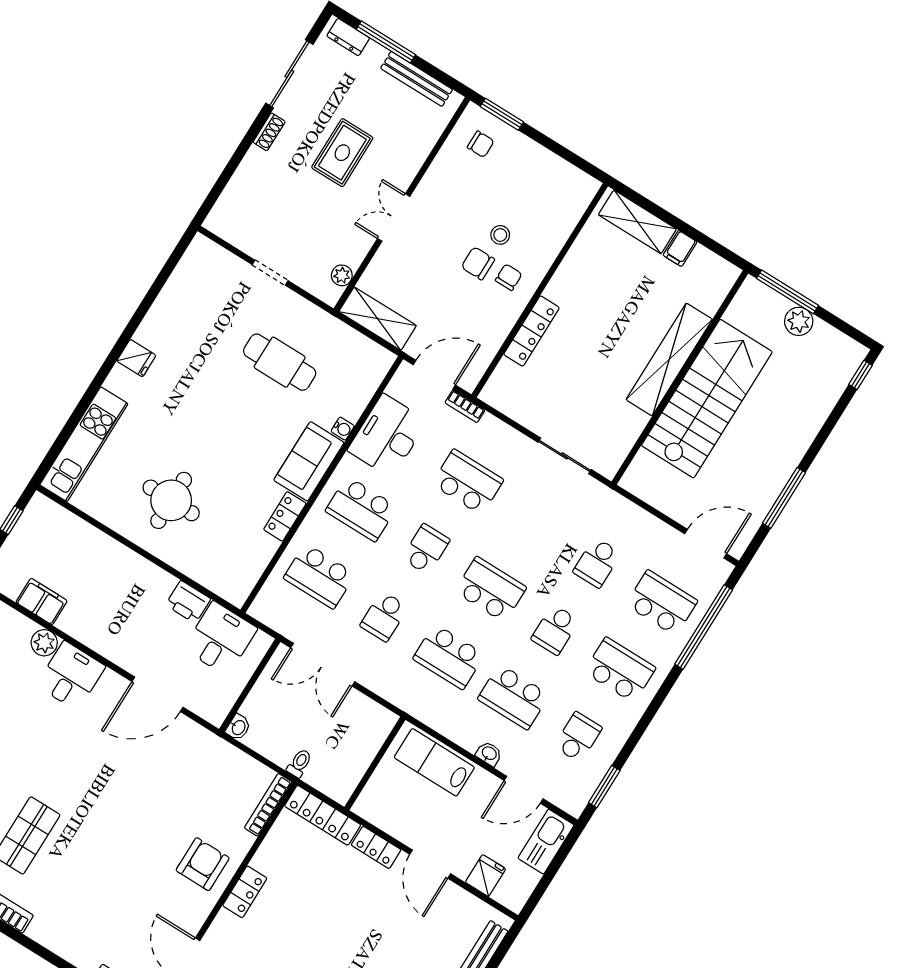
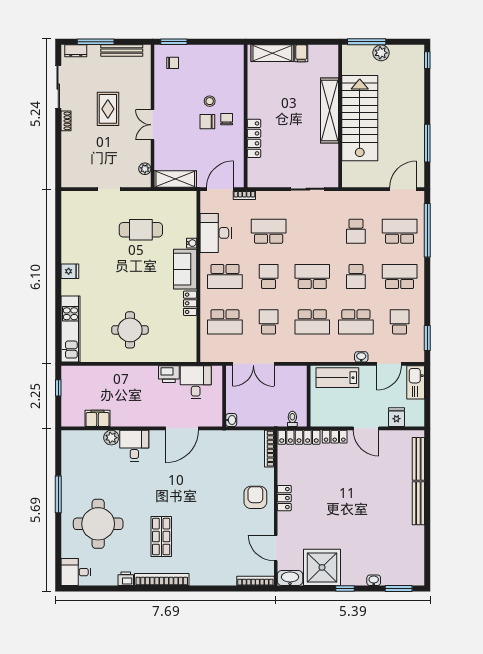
school desk: (384, 616) -> (269, 322), turned 180
toilet: (299, 763) -> (292, 419), moved

